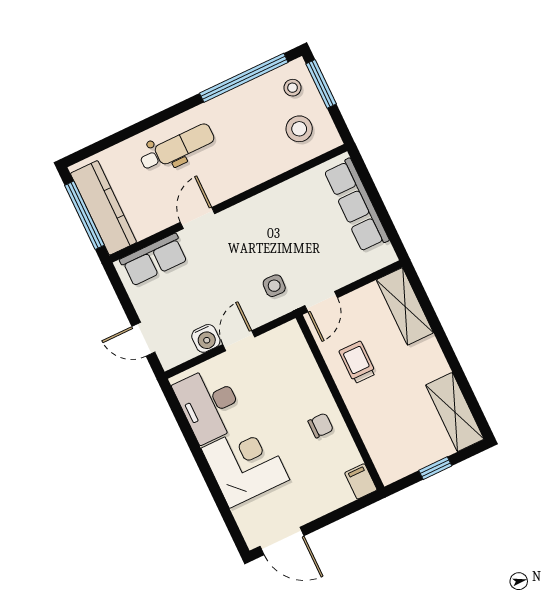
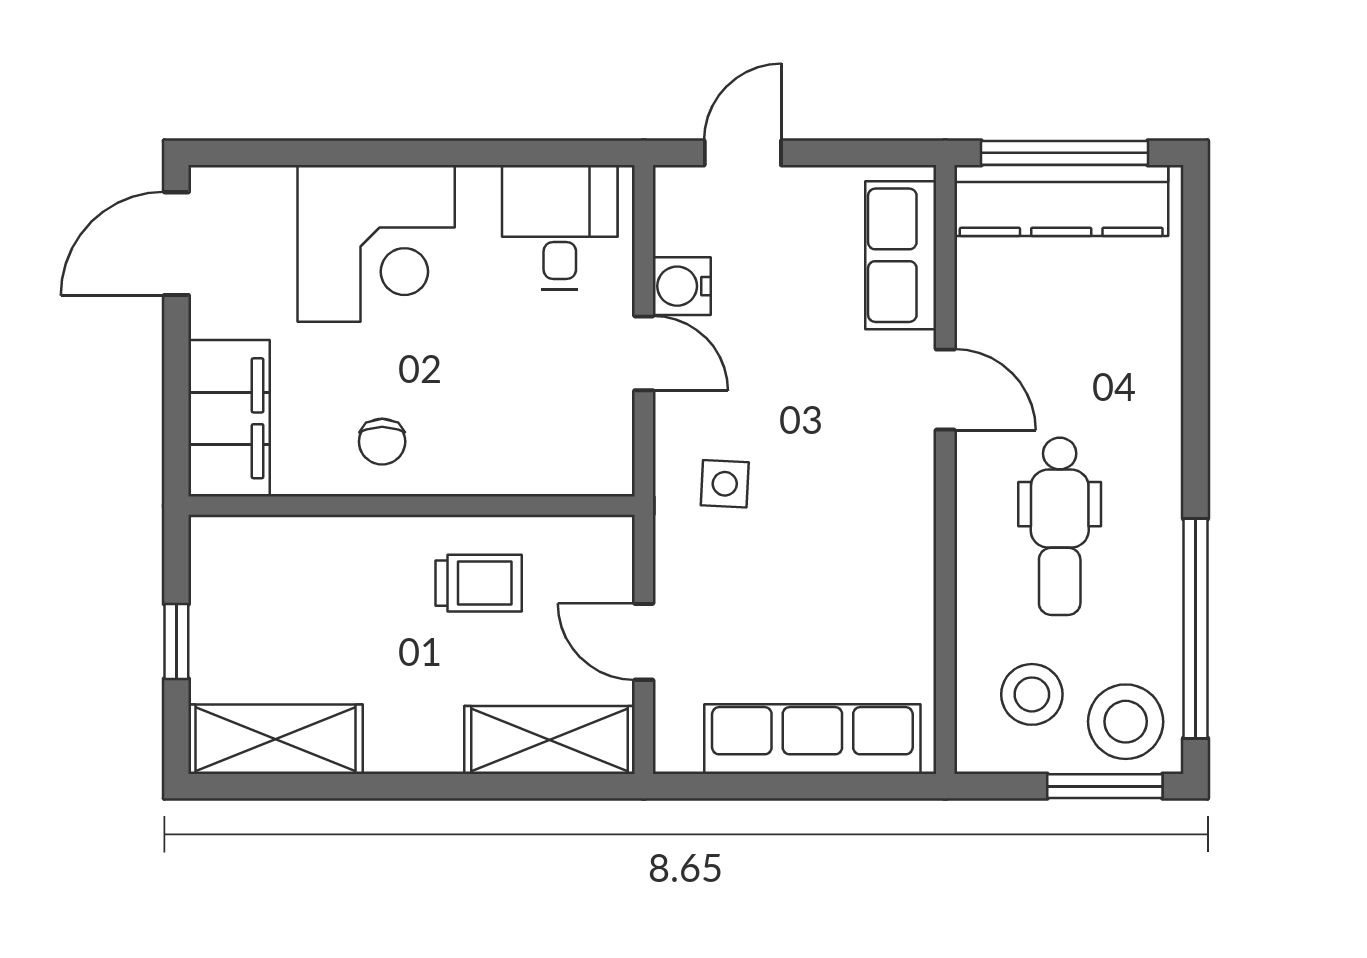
stool: (293, 88) -> (1126, 722), width x1.89, depth x1.89
dental chair: (177, 147) -> (1060, 526), moved
door: (321, 302) -> (644, 642), moved
desk: (209, 405) -> (560, 227), width x0.73
filing cabinet: (361, 481) -> (229, 418), width x3.00, depth x1.17

